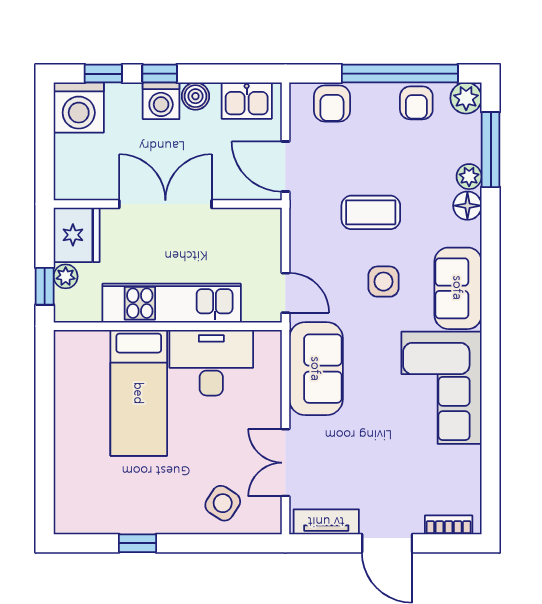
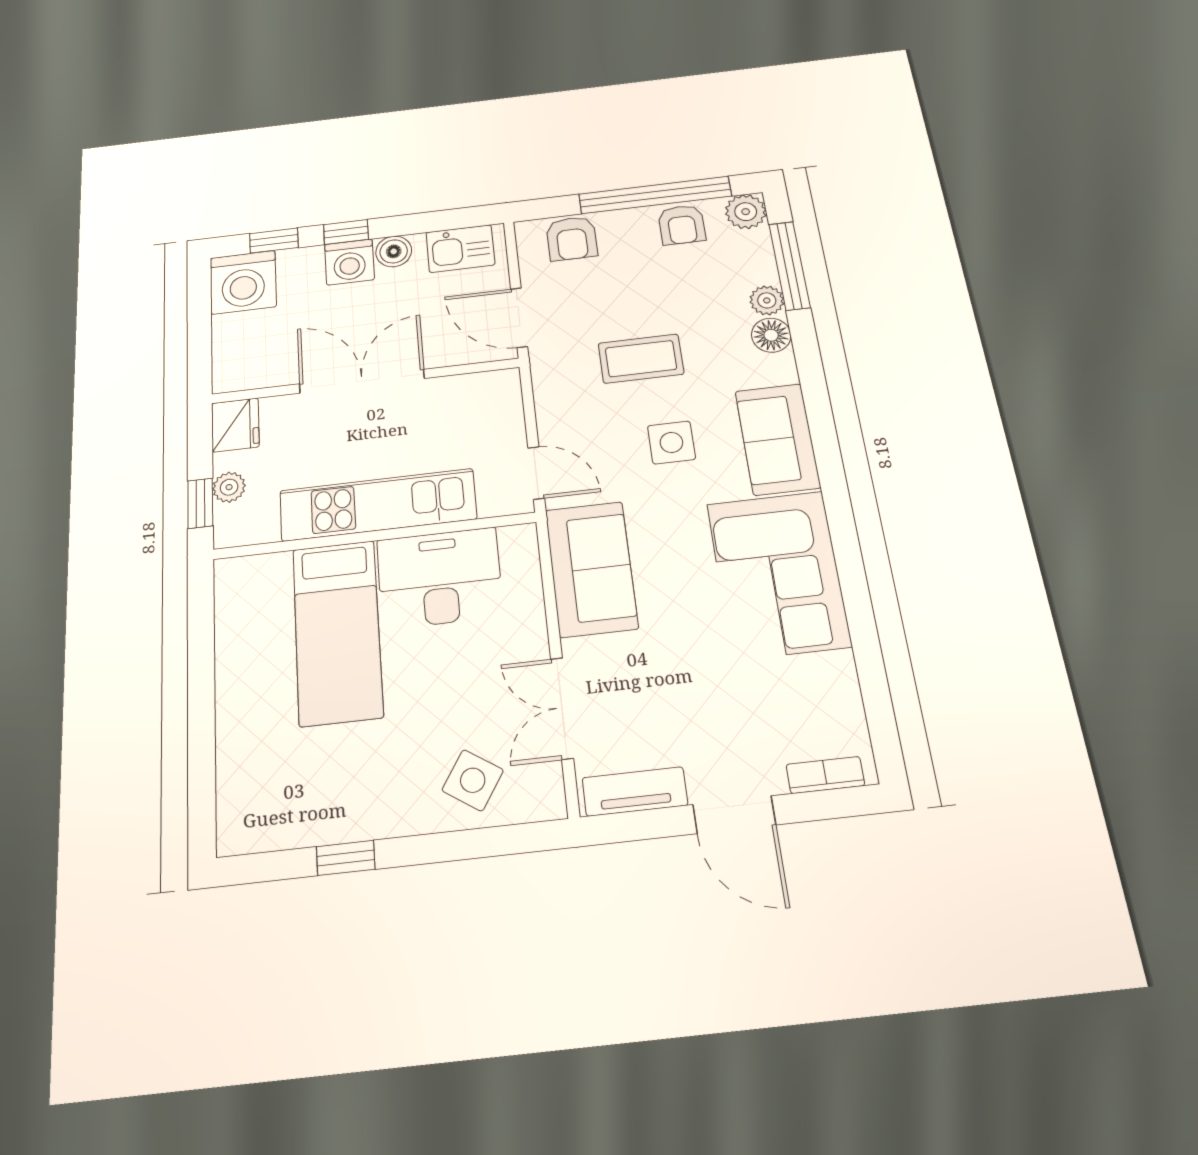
fridge: (77, 235) -> (235, 425), width x0.73, depth x0.75

